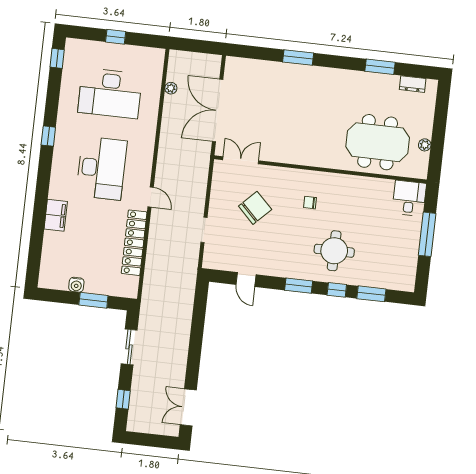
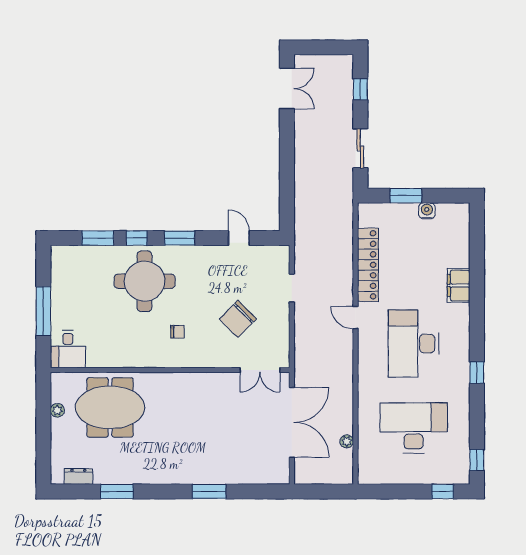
window: (116, 37) -> (443, 491), moved
round table: (334, 251) -> (145, 281), width x1.36, depth x1.36

